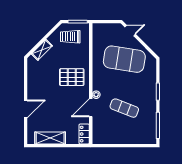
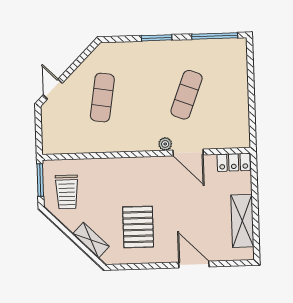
exercise mat: (124, 59) -> (102, 98), width x0.50, depth x0.69
pallet: (72, 77) -> (138, 227), moved

